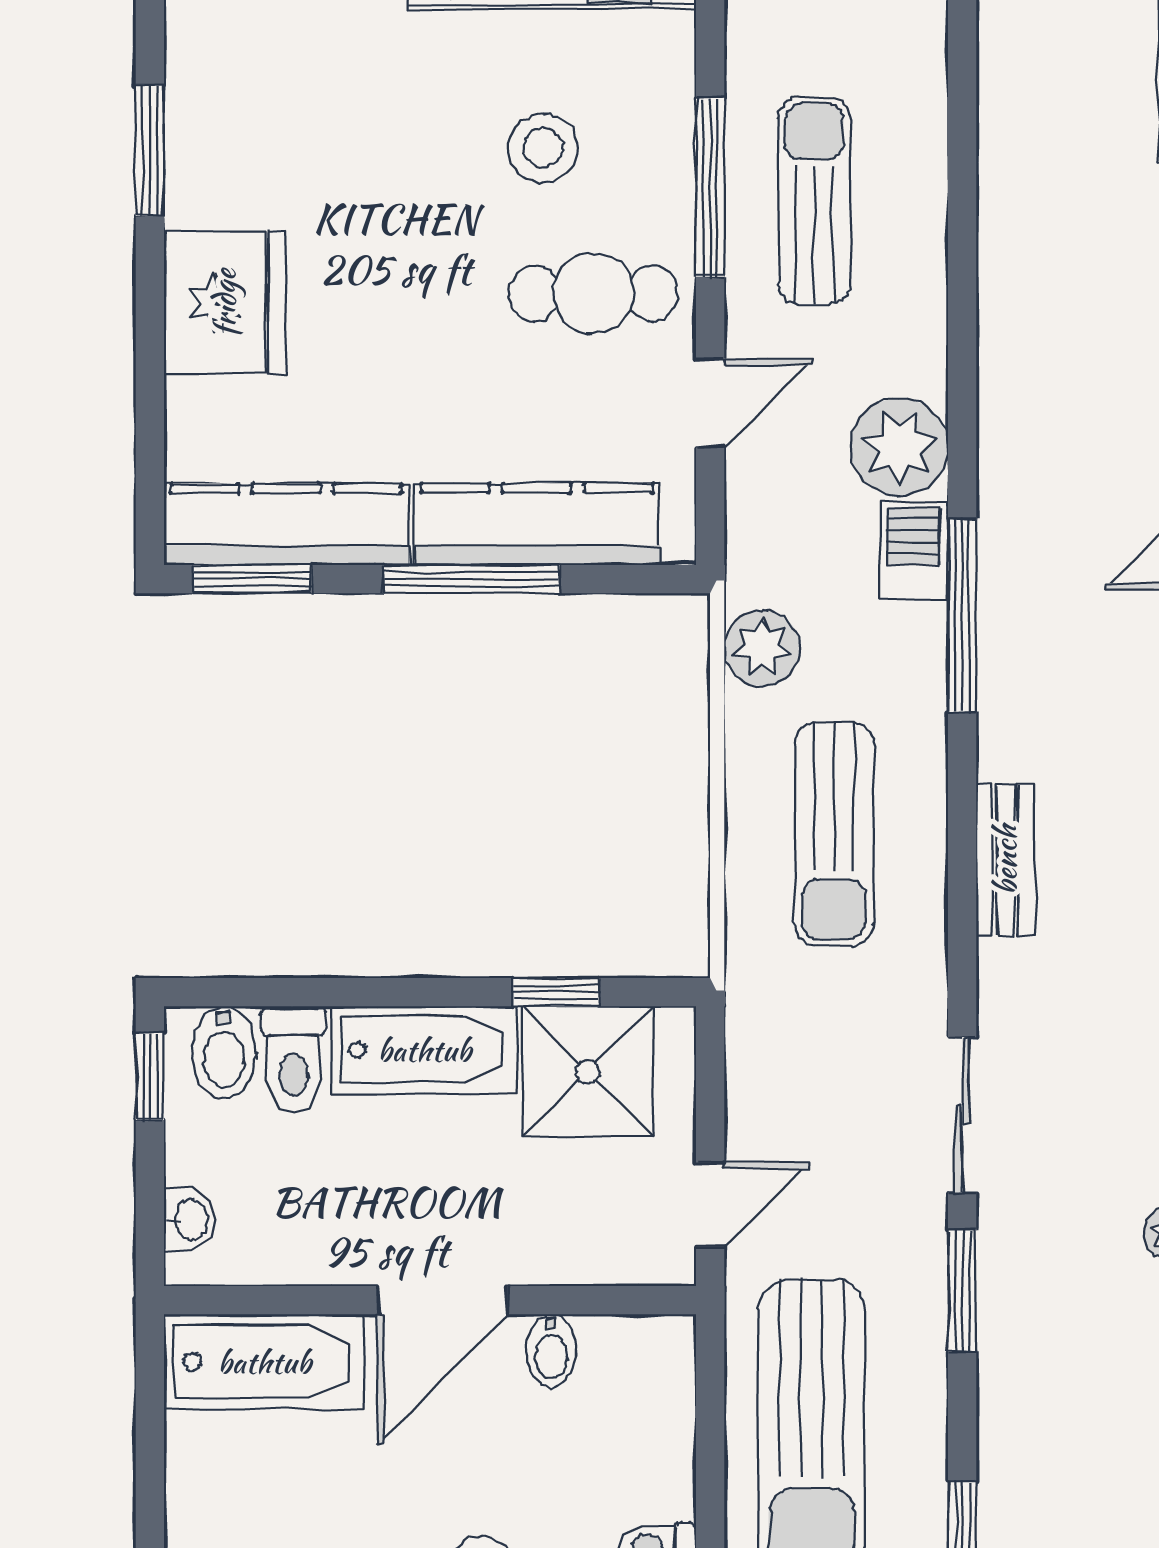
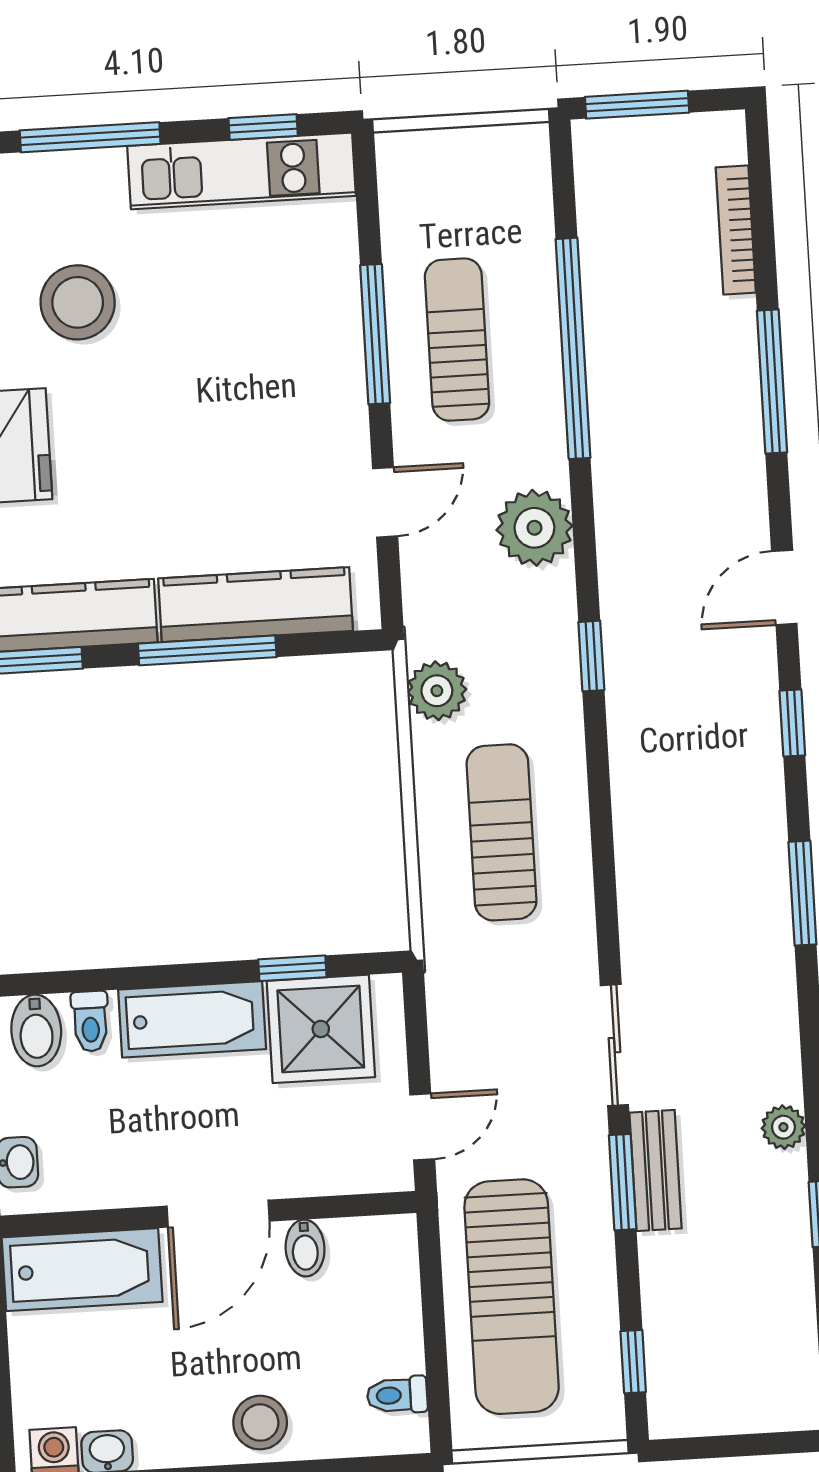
stool: (543, 148) -> (78, 302), moved, width x1.38, depth x1.38
window: (962, 221) -> (573, 348), added
cafe table: (593, 293) -> (289, 422), removed
barbecue: (913, 551) -> (550, 608), removed
window: (962, 616) -> (591, 656), width x0.46
sun lounger: (834, 834) -> (501, 832), turned 180
bench: (1005, 860) -> (656, 1170), moved
toilet: (294, 1059) -> (90, 1021), width x0.73, depth x0.72

